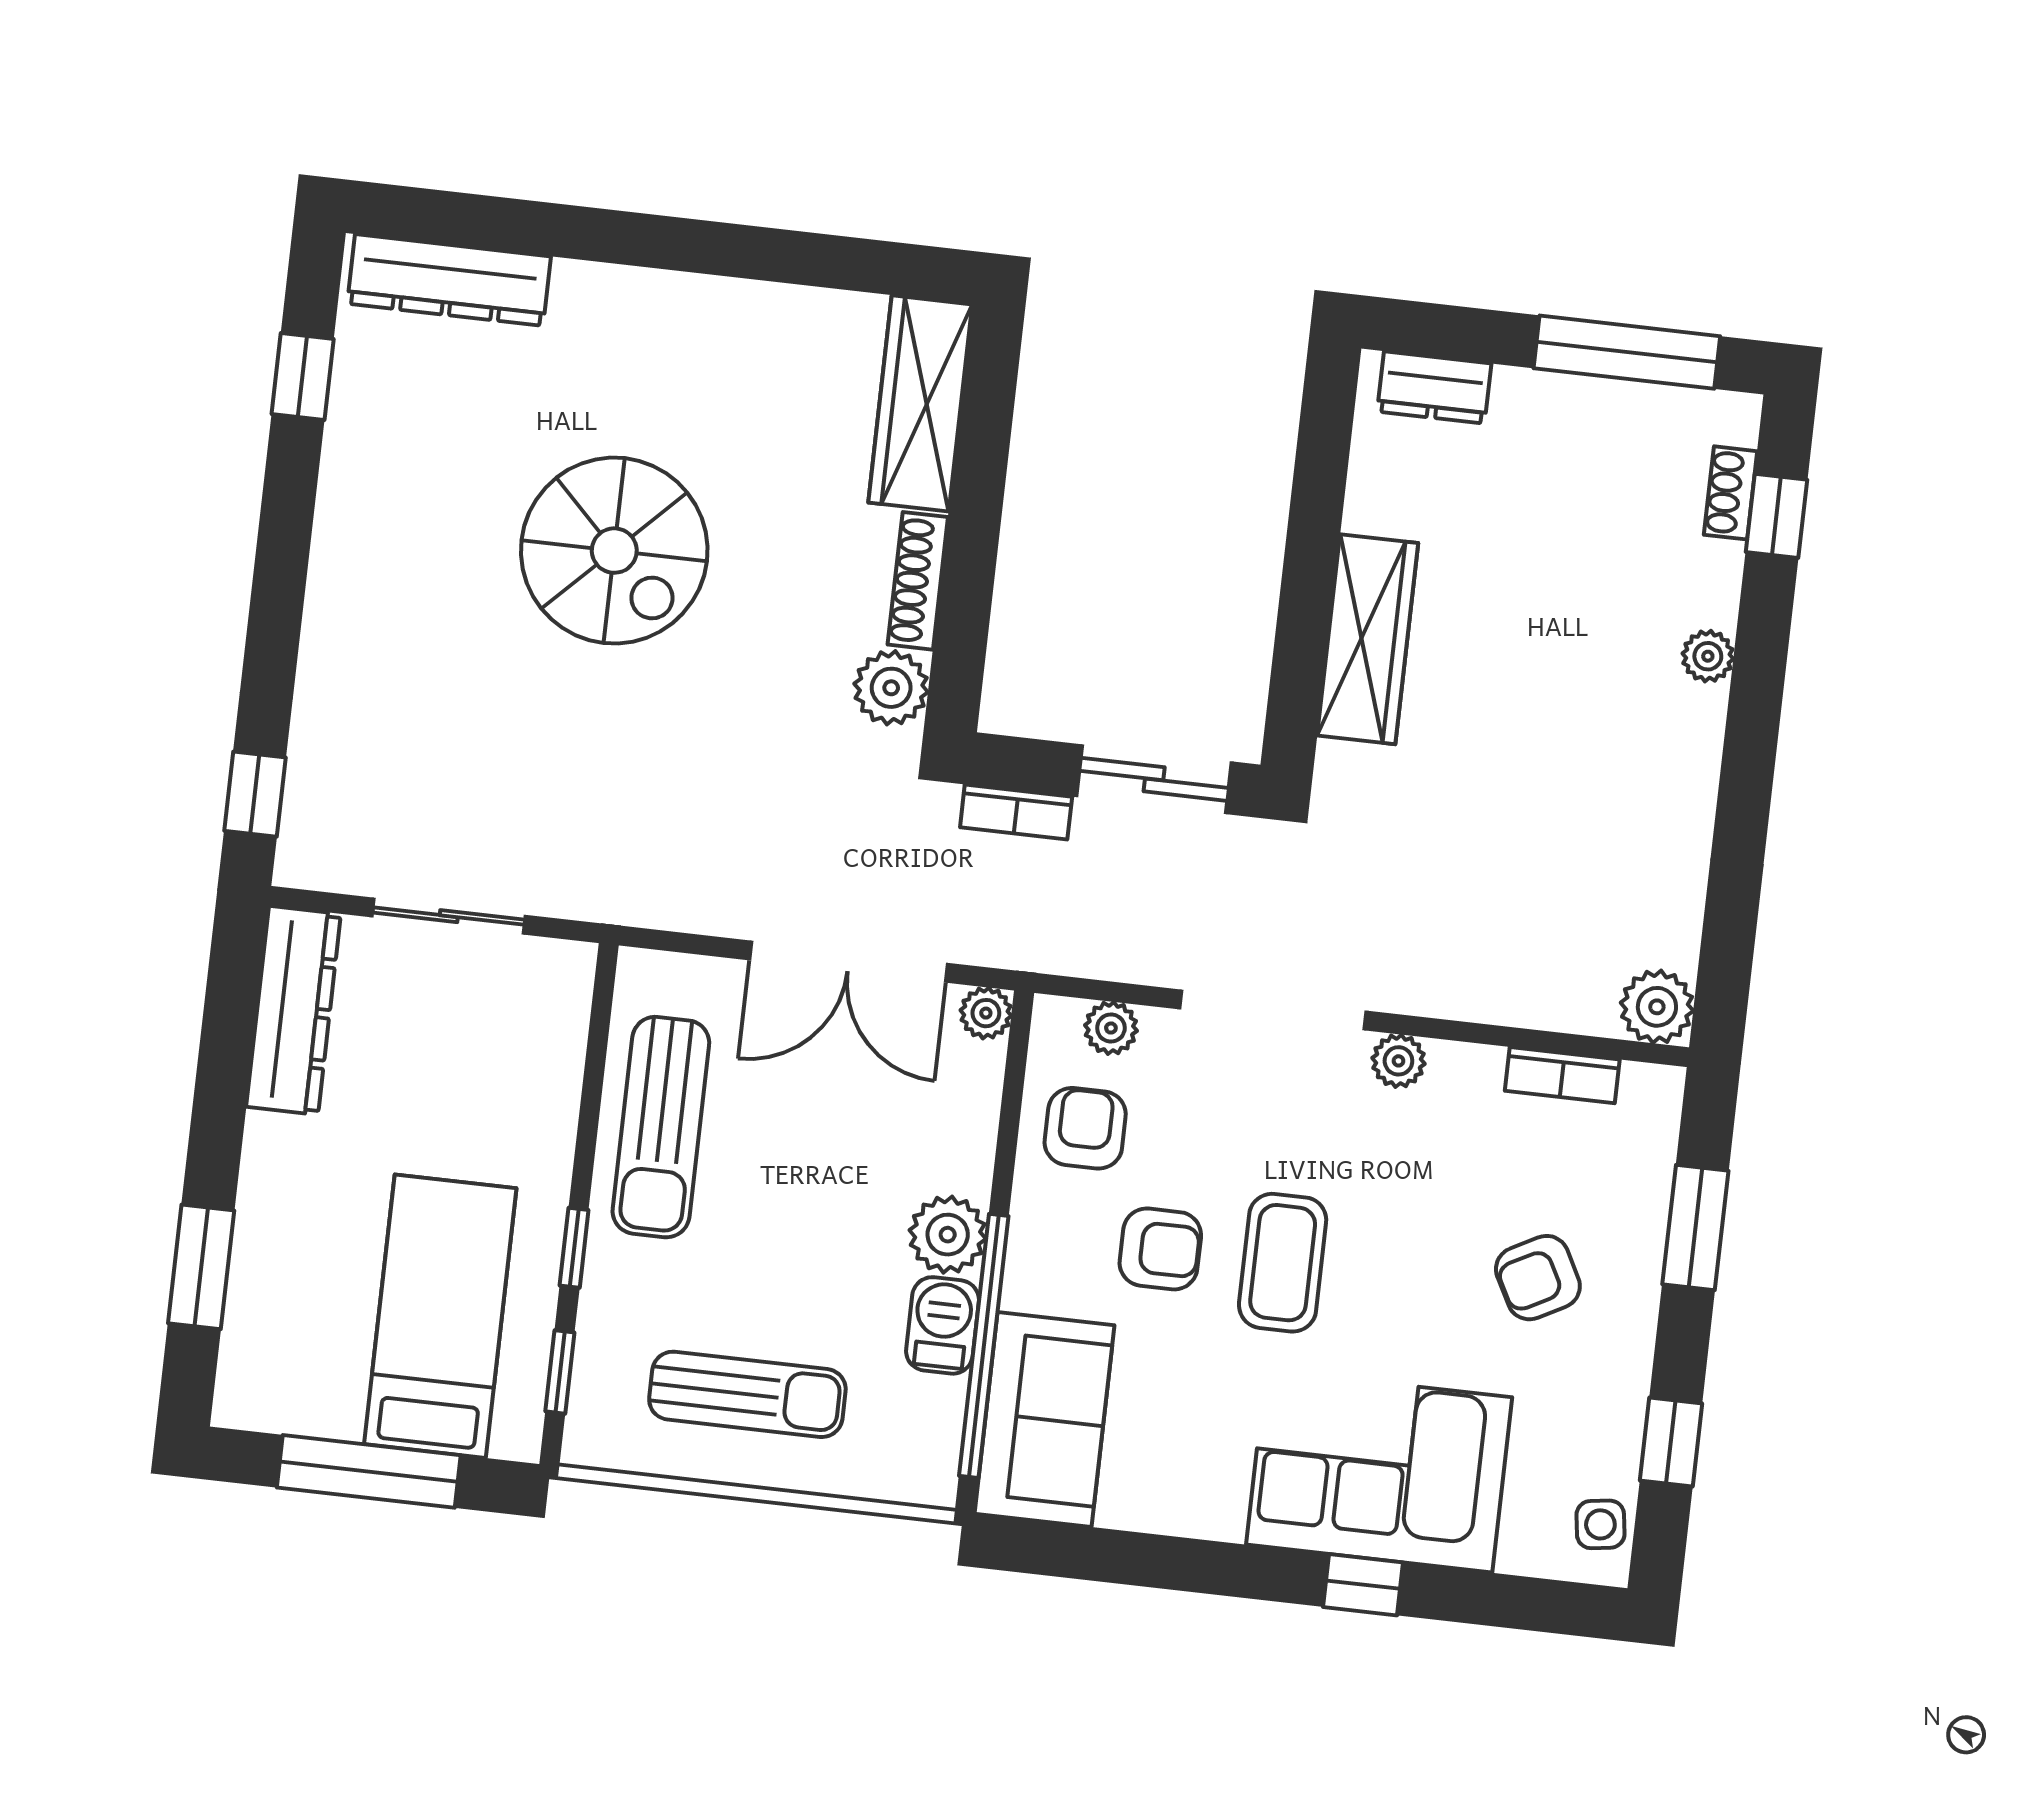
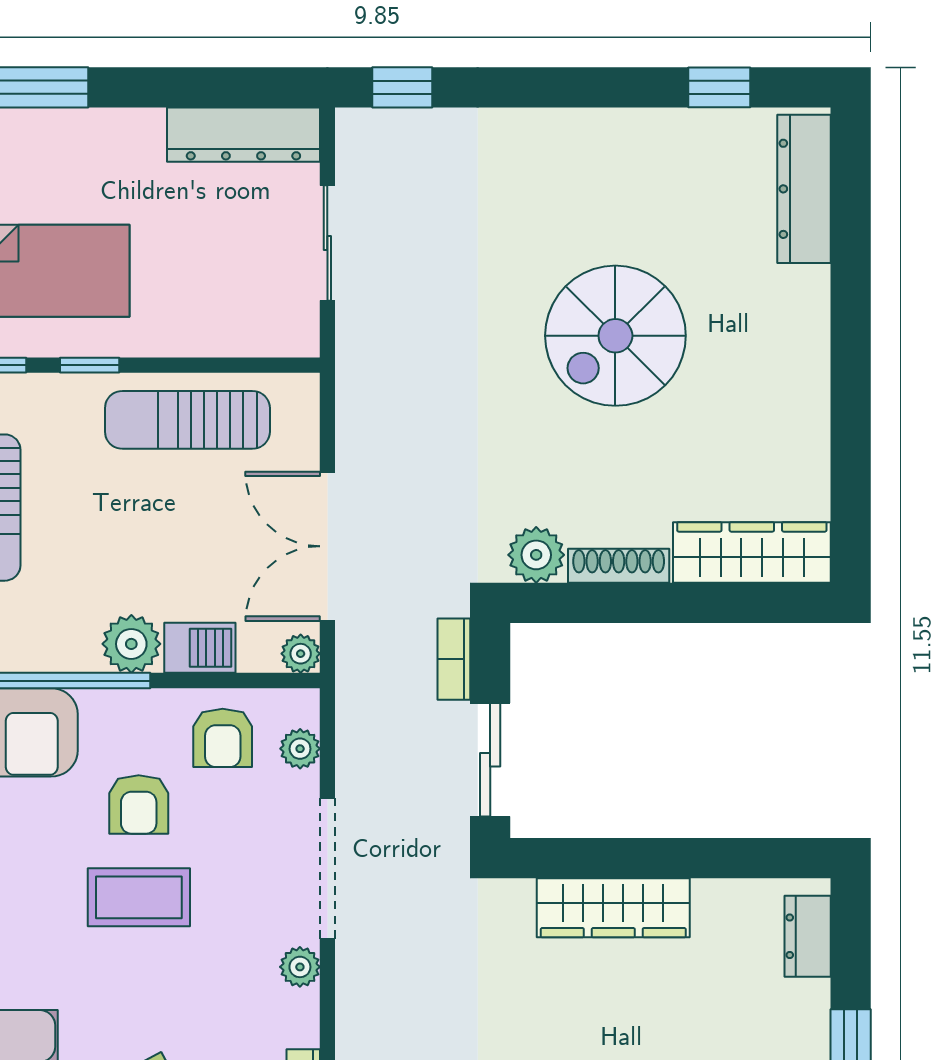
armchair: (1085, 1128) -> (223, 738), turned 90
barbecue: (942, 1325) -> (200, 648), moved

